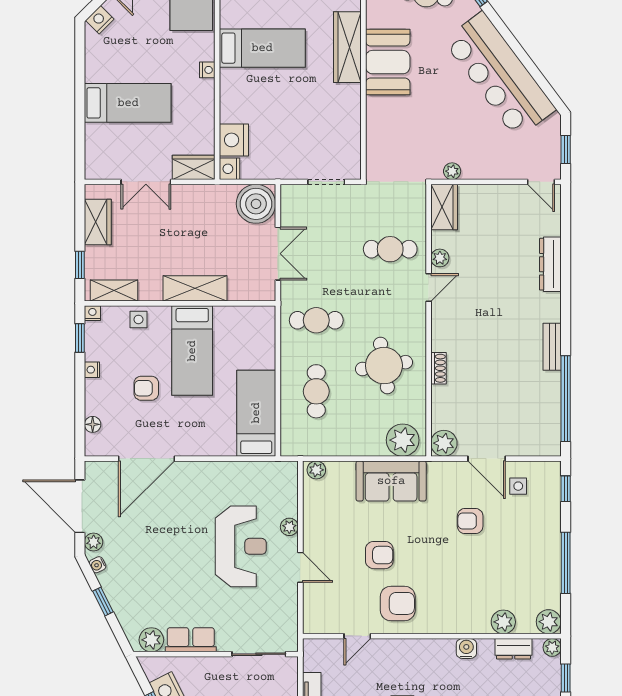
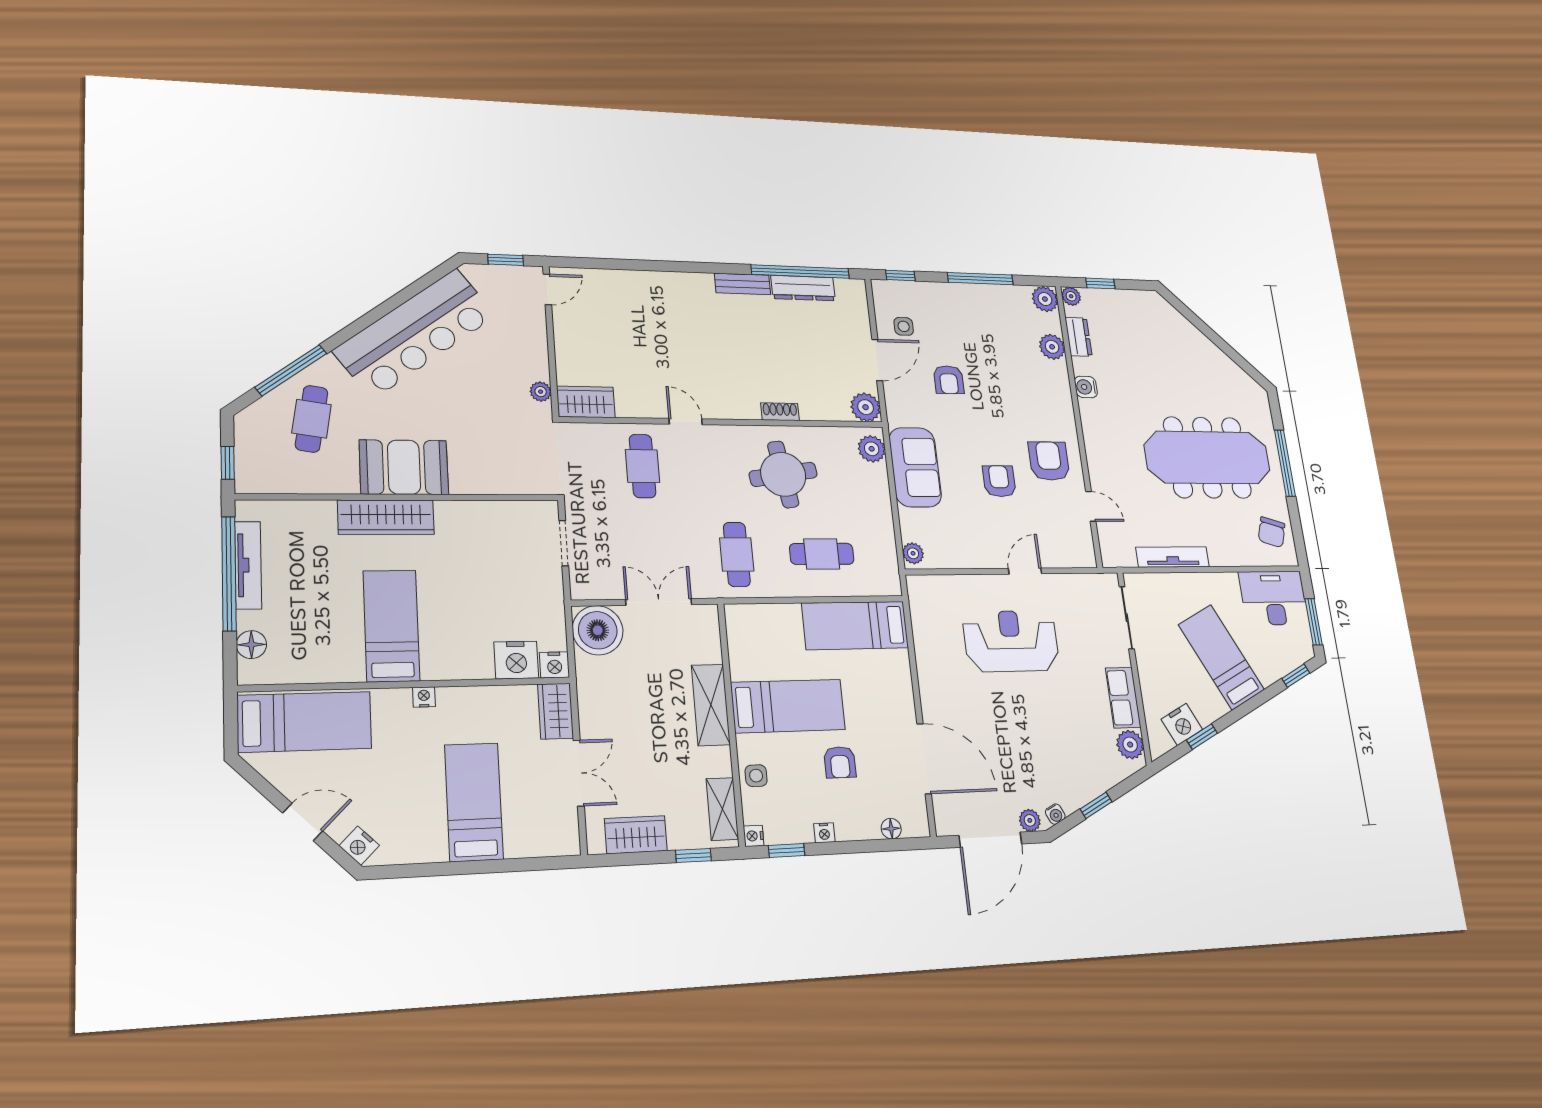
plant: (440, 258) -> (649, 408), removed
dresser: (550, 264) -> (803, 288), moved
plant: (403, 440) -> (872, 449), width x0.73, depth x0.73
plant: (289, 527) -> (982, 584), removed

